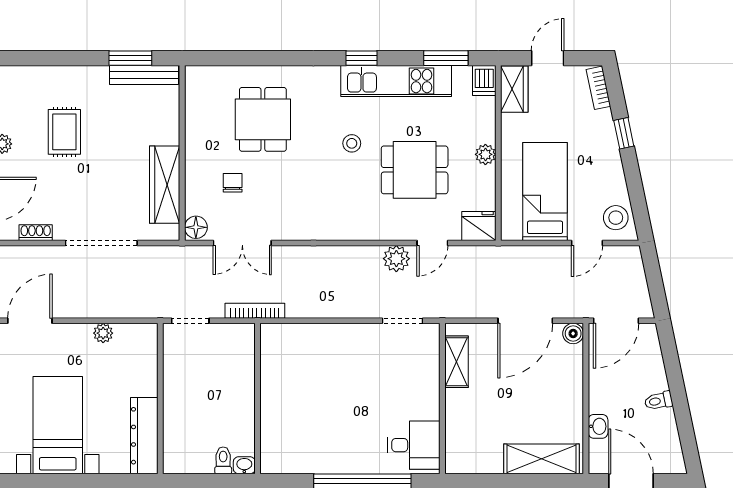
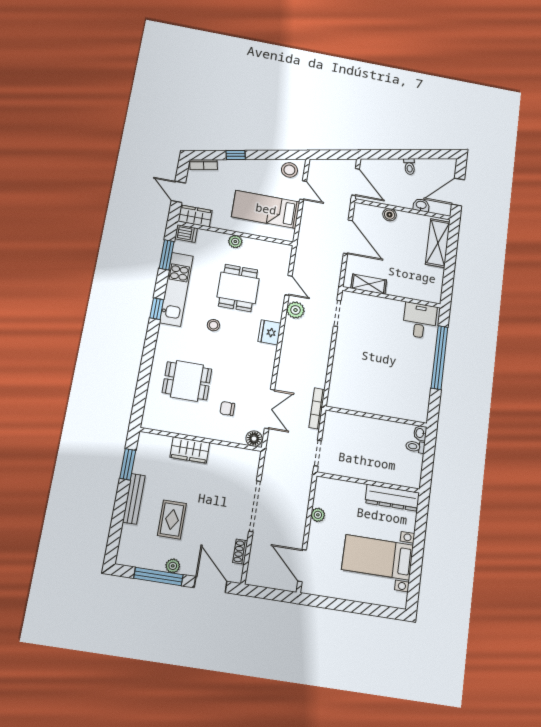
bench: (144, 75) -> (134, 499), moved
rug: (64, 132) -> (172, 519), turned 90
wardrobe: (165, 185) -> (190, 450), moved, width x0.67
fridge: (479, 226) -> (270, 332), moved
boiler: (573, 334) -> (390, 215), moved

